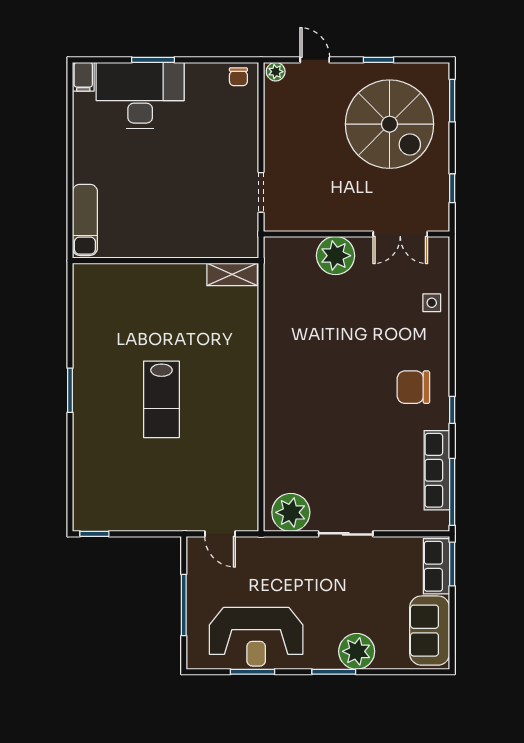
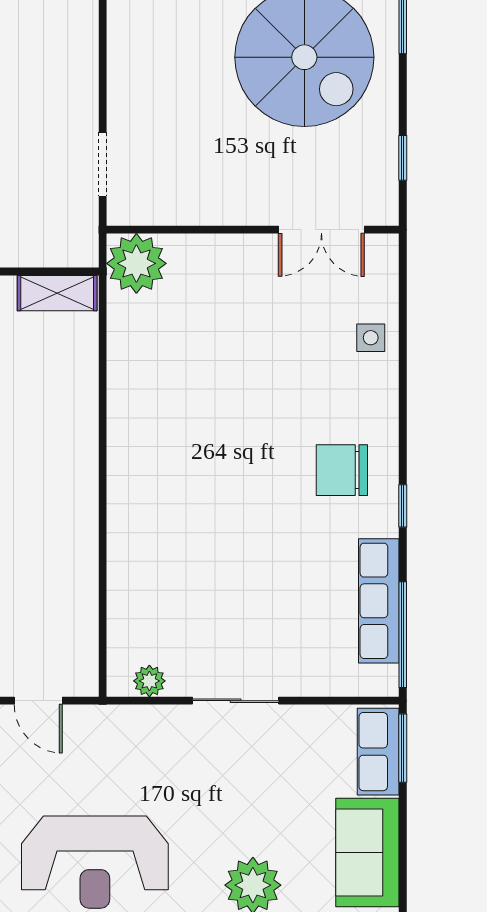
plant: (336, 256) -> (136, 263), moved
plant: (291, 512) -> (149, 681), width x0.53, depth x0.53

